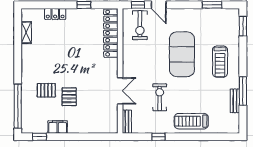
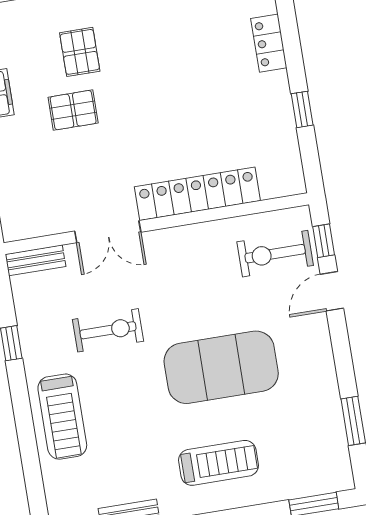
locker: (111, 33) -> (197, 194), moved
treadmill: (220, 62) -> (218, 463), turned 180
treadmill: (191, 121) -> (62, 417), turned 180

